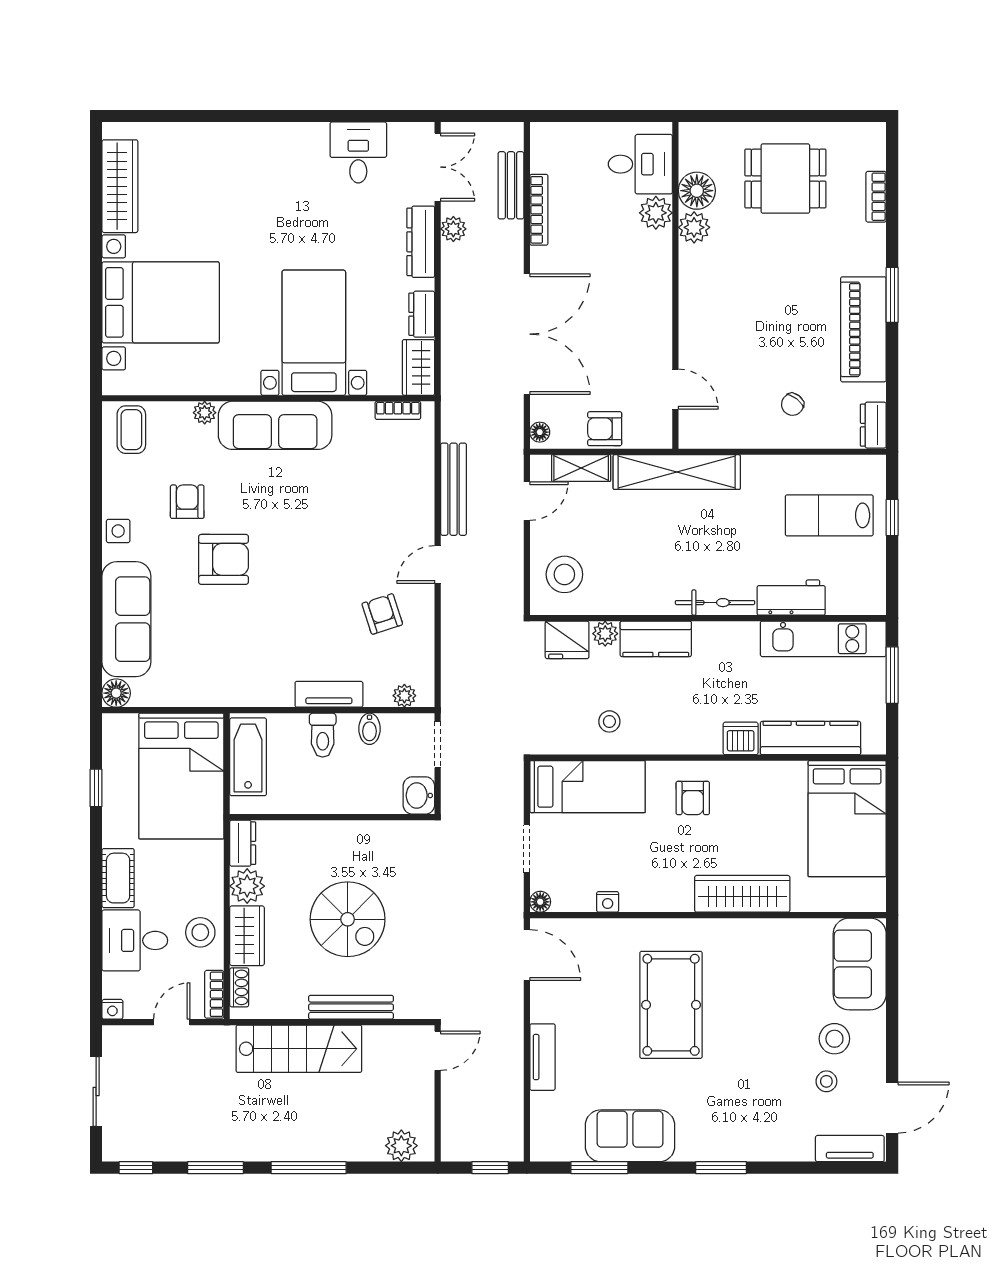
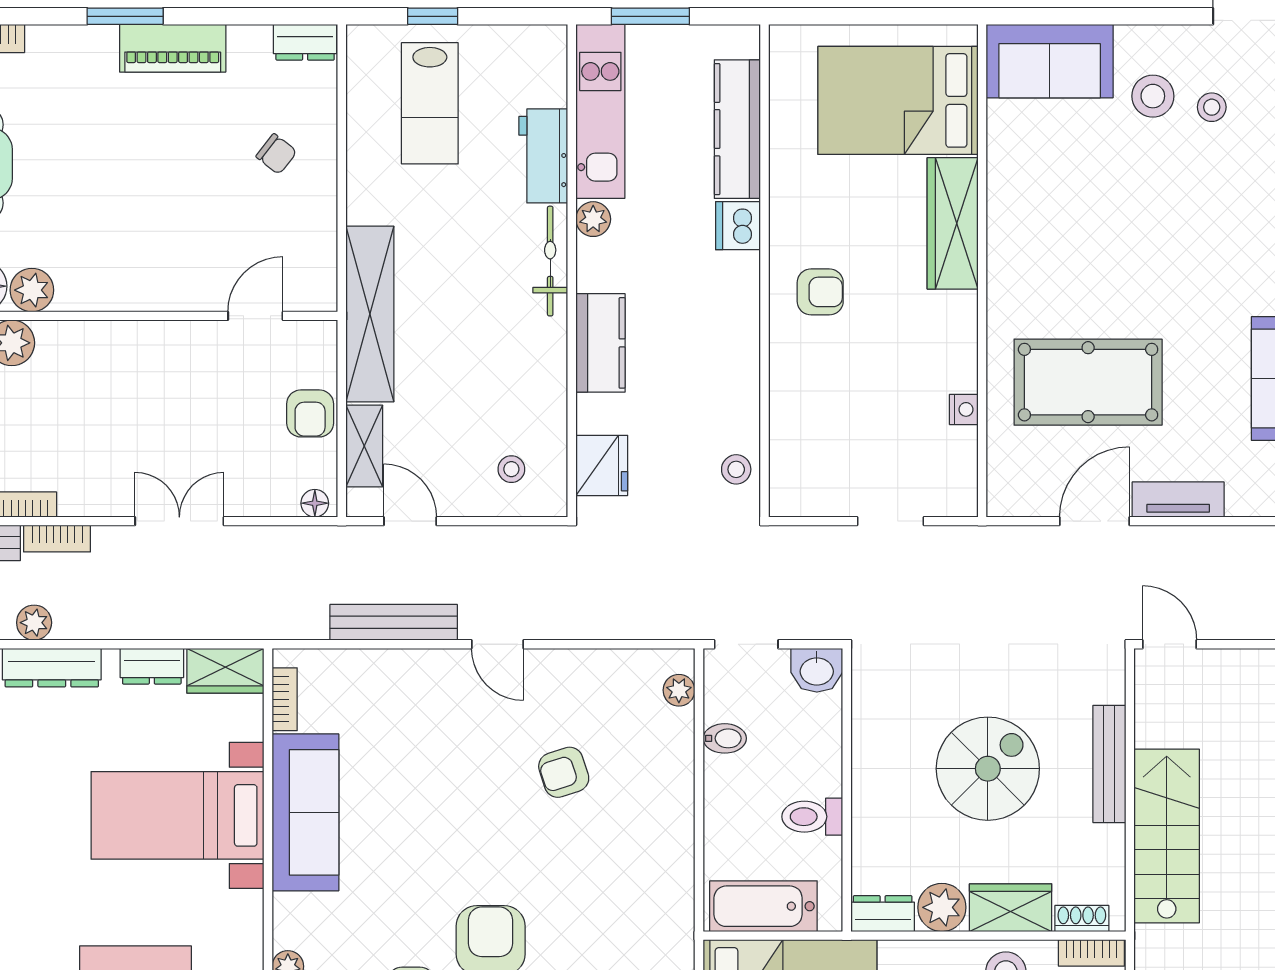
bookcase: (514, 246) -> (57, 539), added
piano: (863, 329) -> (173, 48), width x0.73, depth x0.75
double door: (527, 334) -> (179, 521), width x0.54
sofa: (275, 425) -> (305, 812), moved
stool: (564, 574) -> (511, 469), width x0.53, depth x0.53
armchair: (382, 614) -> (564, 772), moved
plant: (605, 634) -> (593, 219), moved
tv unit: (329, 694) -> (677, 795), removed
stool: (609, 721) -> (736, 469), moved
toilet: (323, 735) -> (812, 817), moved, turned 180
bed: (587, 787) -> (805, 437), removed
bed: (847, 819) -> (898, 100), moved, turned 180
floor lamp: (540, 902) -> (964, 503), removed
door: (527, 955) -> (1094, 521), moved
pool table: (671, 1005) -> (1088, 382), moved

